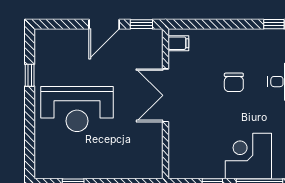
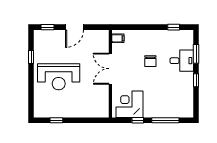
window: (141, 24) -> (47, 27), moved
corner desk: (248, 156) -> (129, 104), moved

